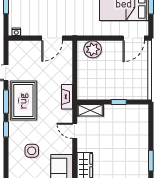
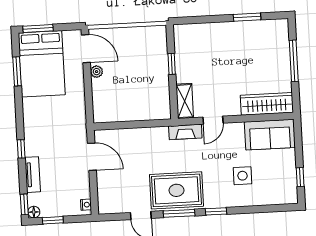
plant: (93, 49) -> (97, 72), moved, width x0.53, depth x0.53
fireplace: (67, 97) -> (185, 132), moved

